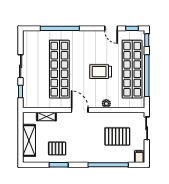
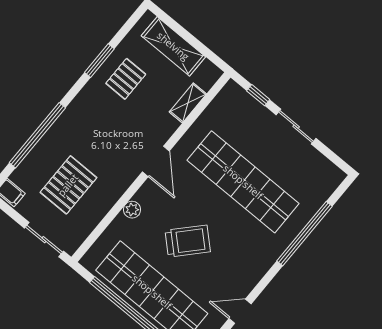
trolley: (101, 72) -> (188, 241), turned 43
door: (80, 110) -> (156, 161), hinge flipped

